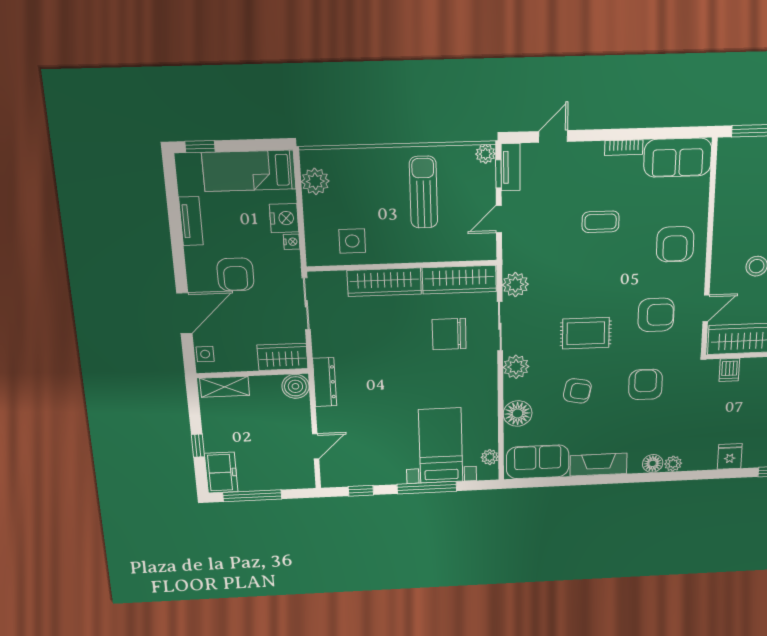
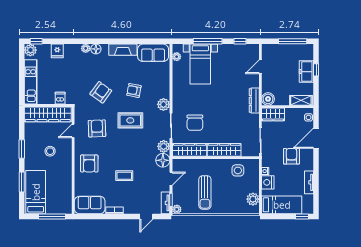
armchair: (675, 244) -> (89, 164), turned 180
armchair: (656, 315) -> (97, 128), turned 88
chair: (449, 334) -> (195, 123), turned 90
armchair: (645, 385) -> (101, 92), turned -144
floor lamp: (518, 413) -> (163, 160), moved
freezer: (221, 473) -> (306, 72), moved

